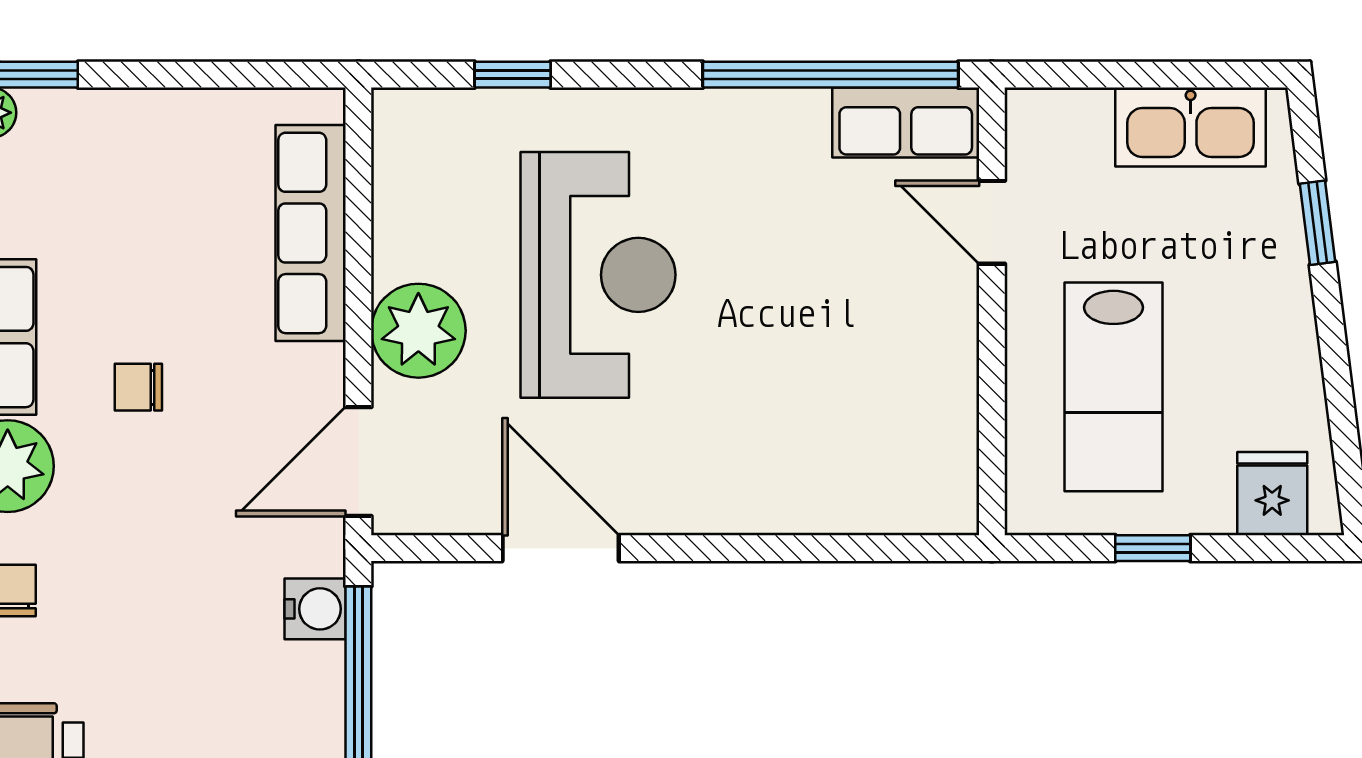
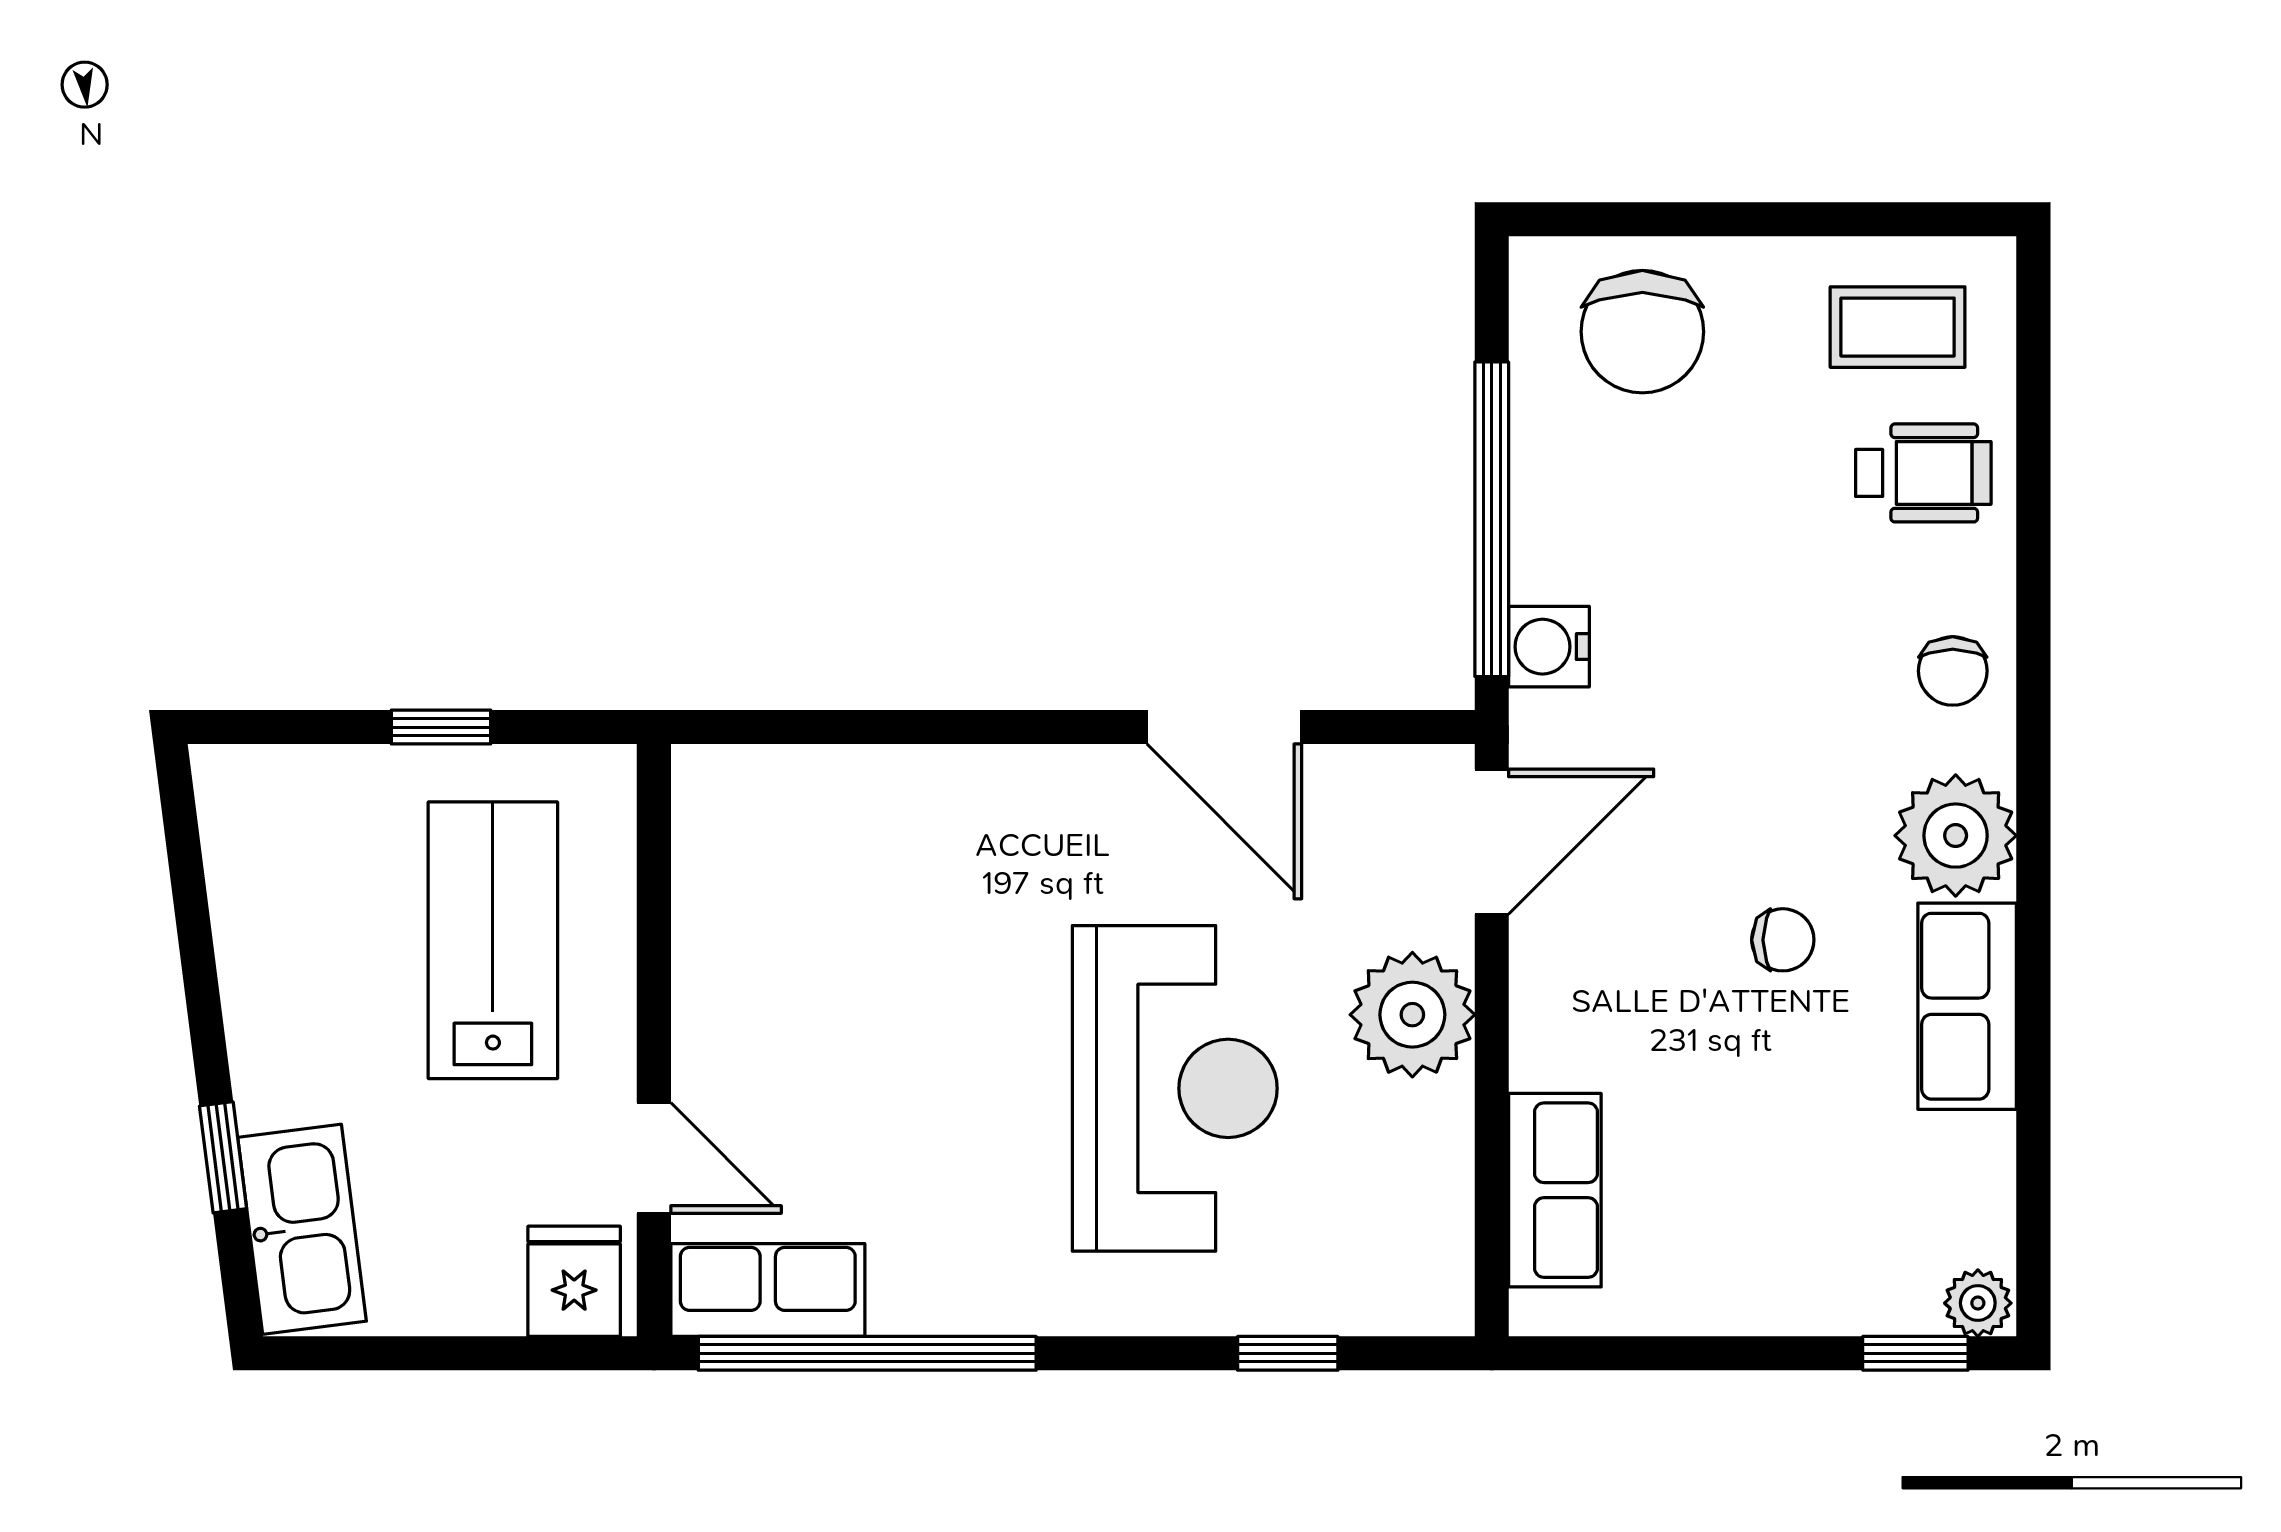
kitchen sink: (1191, 127) -> (302, 1229), moved, turned 83
row of seats: (311, 233) -> (1555, 1190), width x0.68
reception desk: (598, 275) -> (1175, 1088), turned 180
fridge: (1272, 494) -> (574, 1281), moved, turned 180

